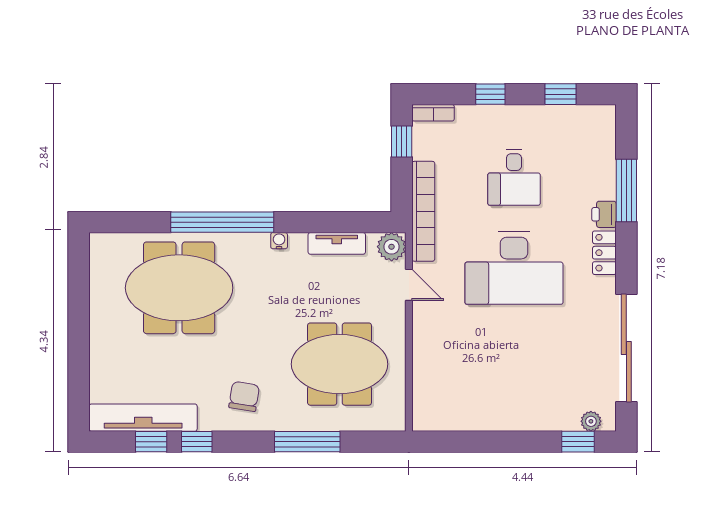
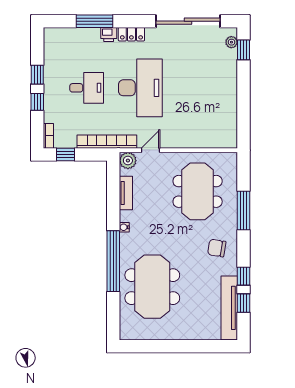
window: (560, 94) -> (37, 75), moved

